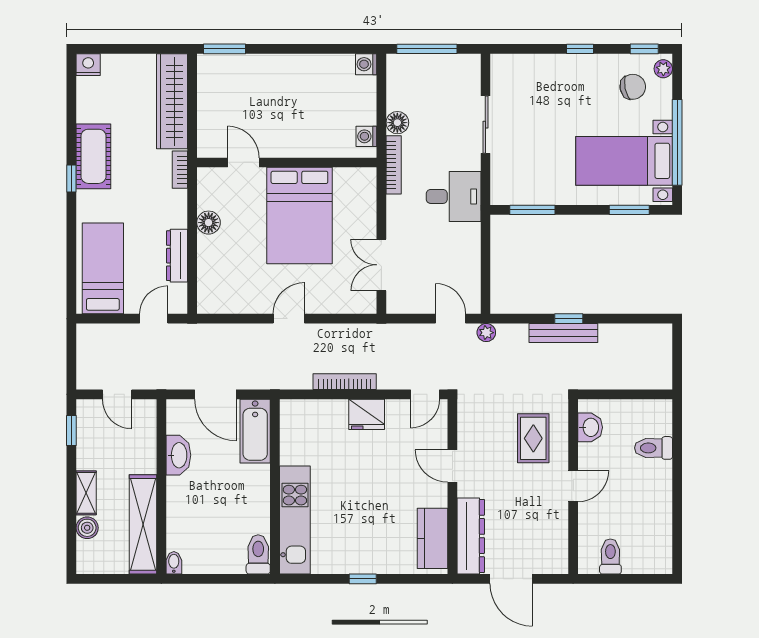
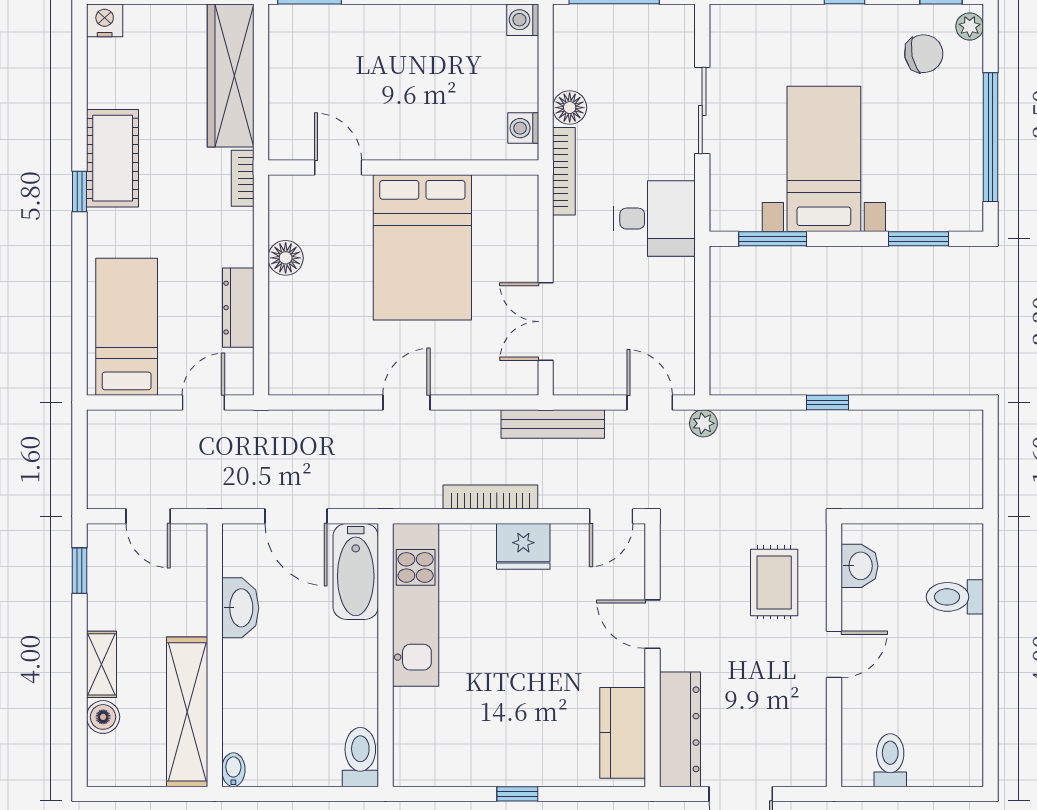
bed with nightstands: (624, 161) -> (824, 159), moved, turned 90
bench: (563, 333) -> (553, 424), moved
kitchen unit: (295, 520) -> (416, 605), moved

